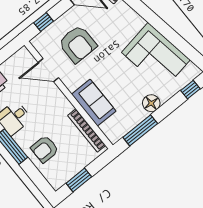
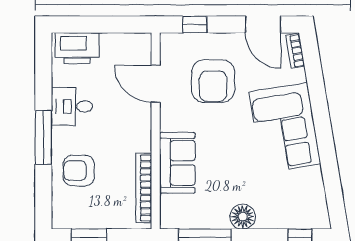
corner sofa: (156, 56) -> (285, 128), moved

